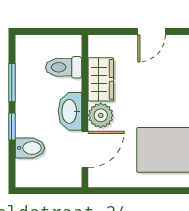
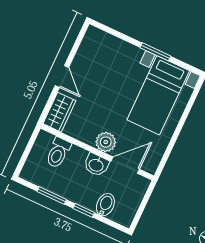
wardrobe: (101, 79) -> (59, 112), moved, turned 90
washbasin: (70, 111) -> (96, 165), width x0.72
door: (85, 150) -> (125, 165), hinge flipped

